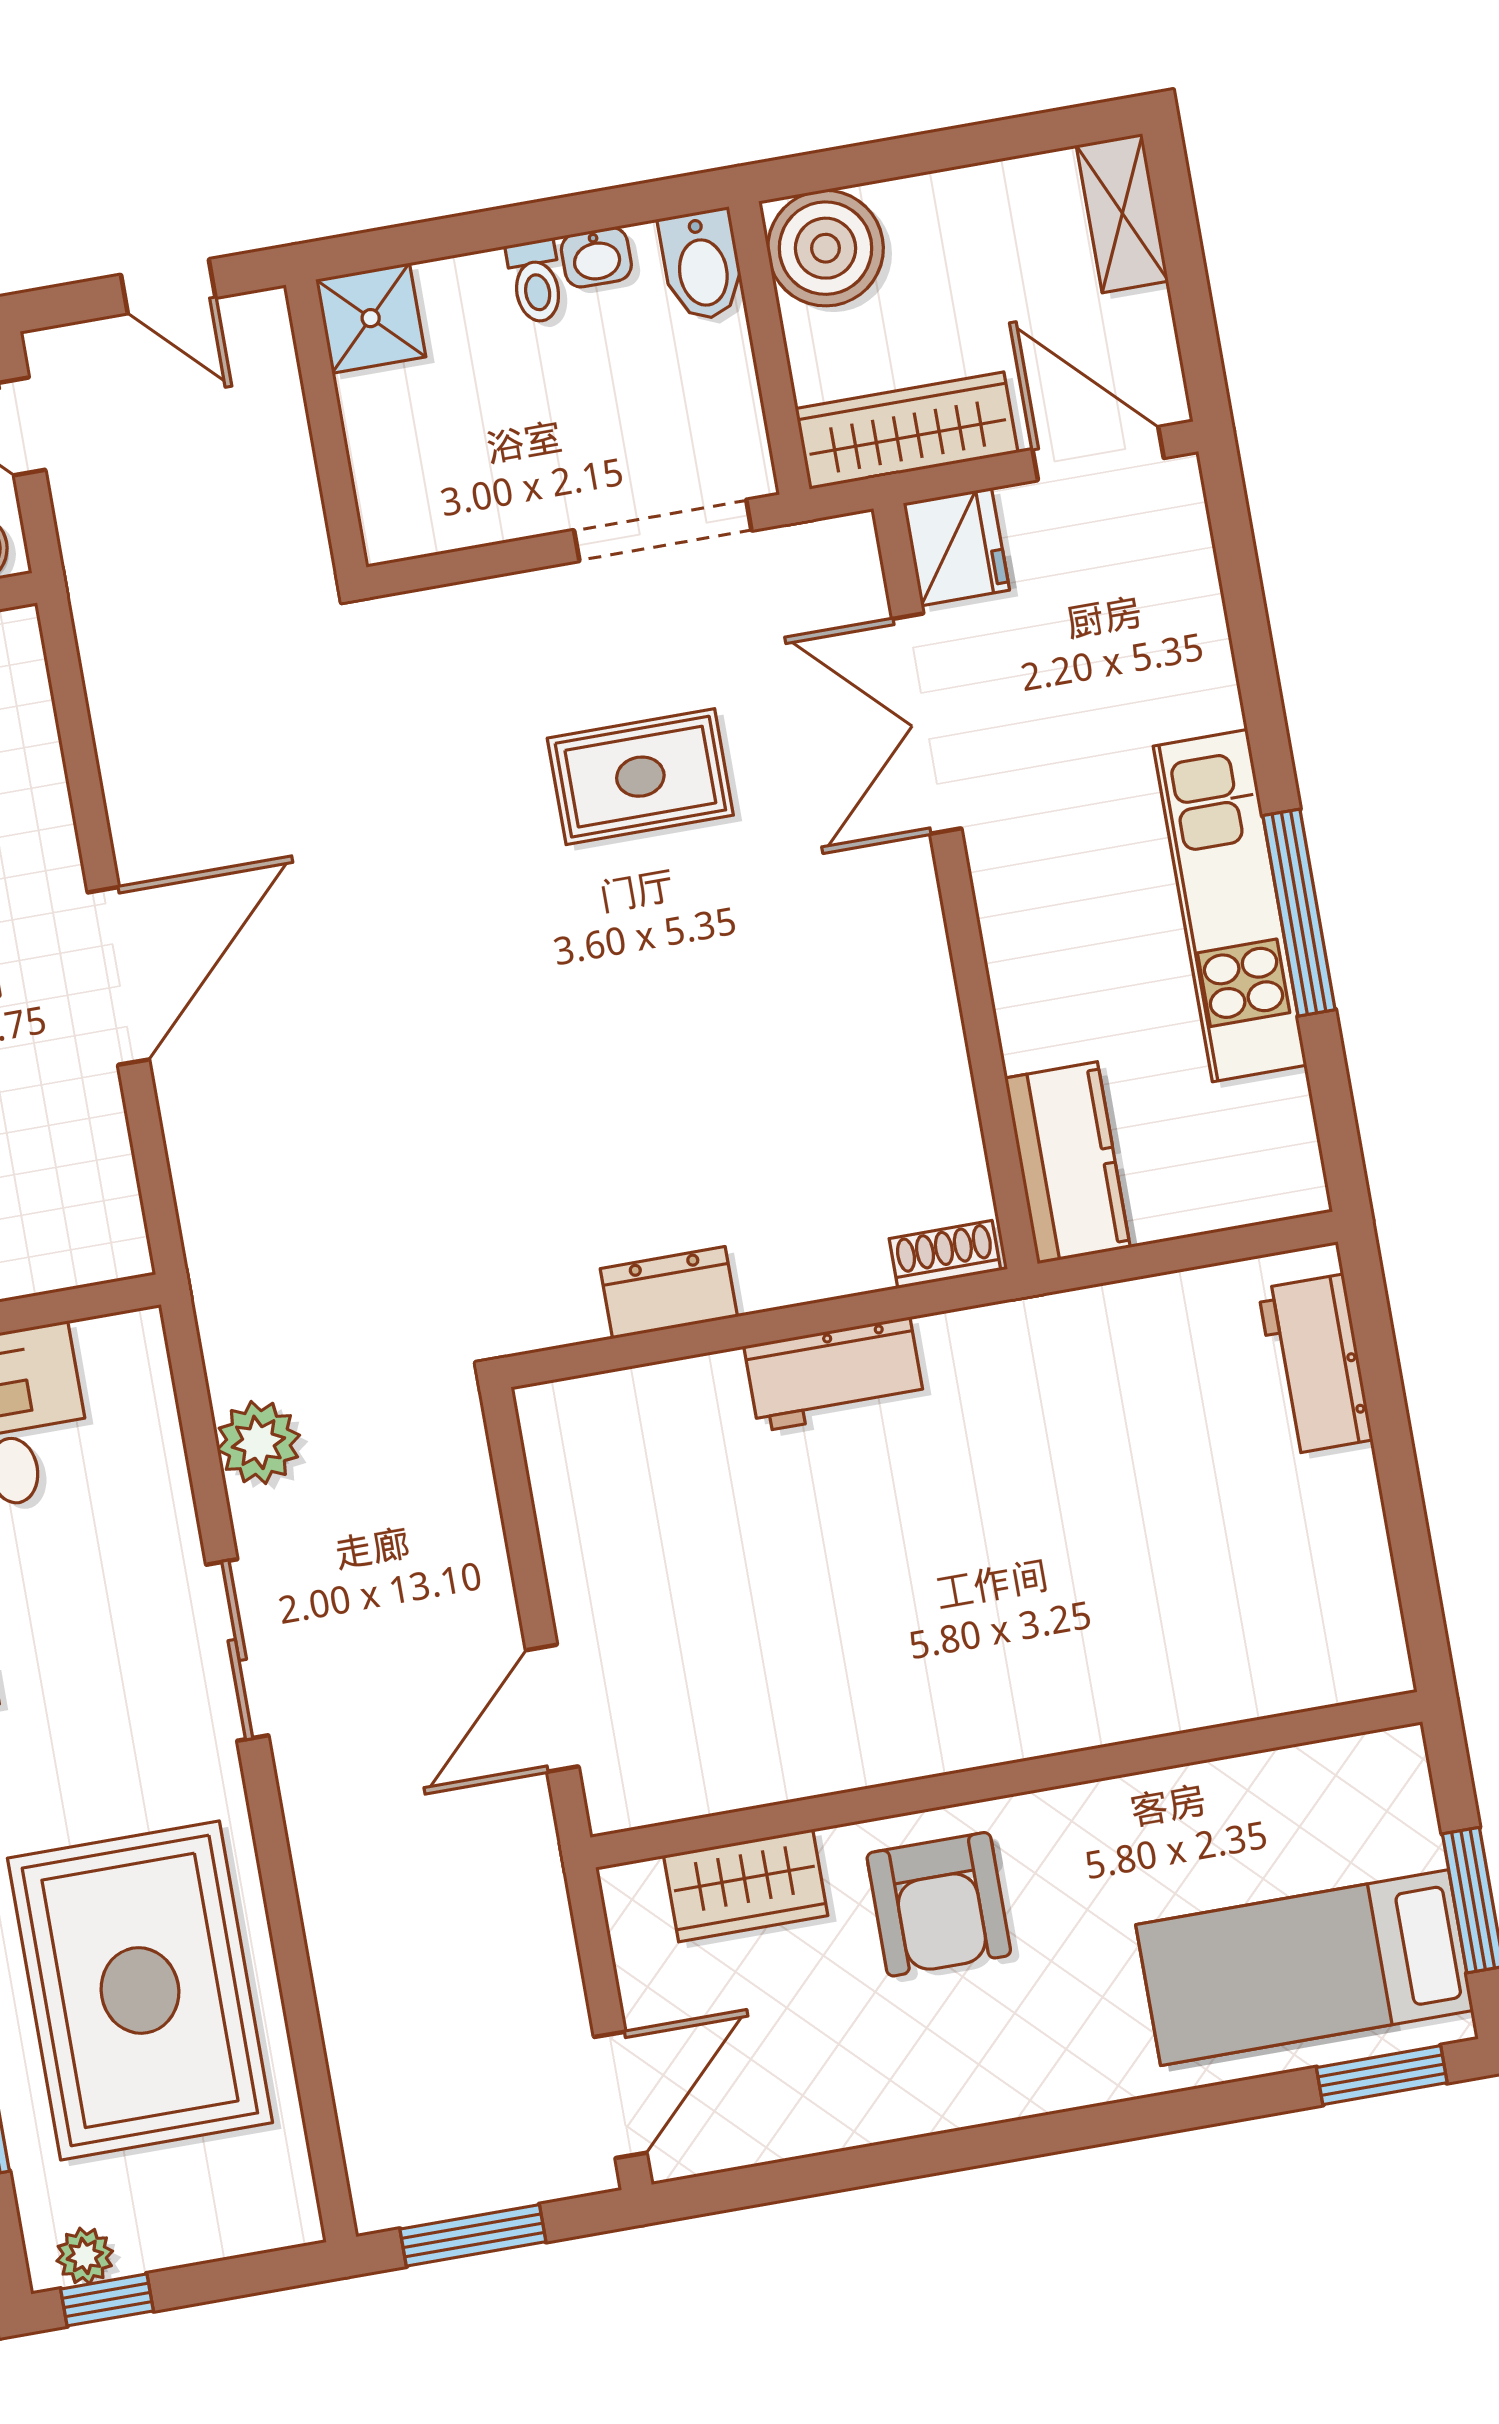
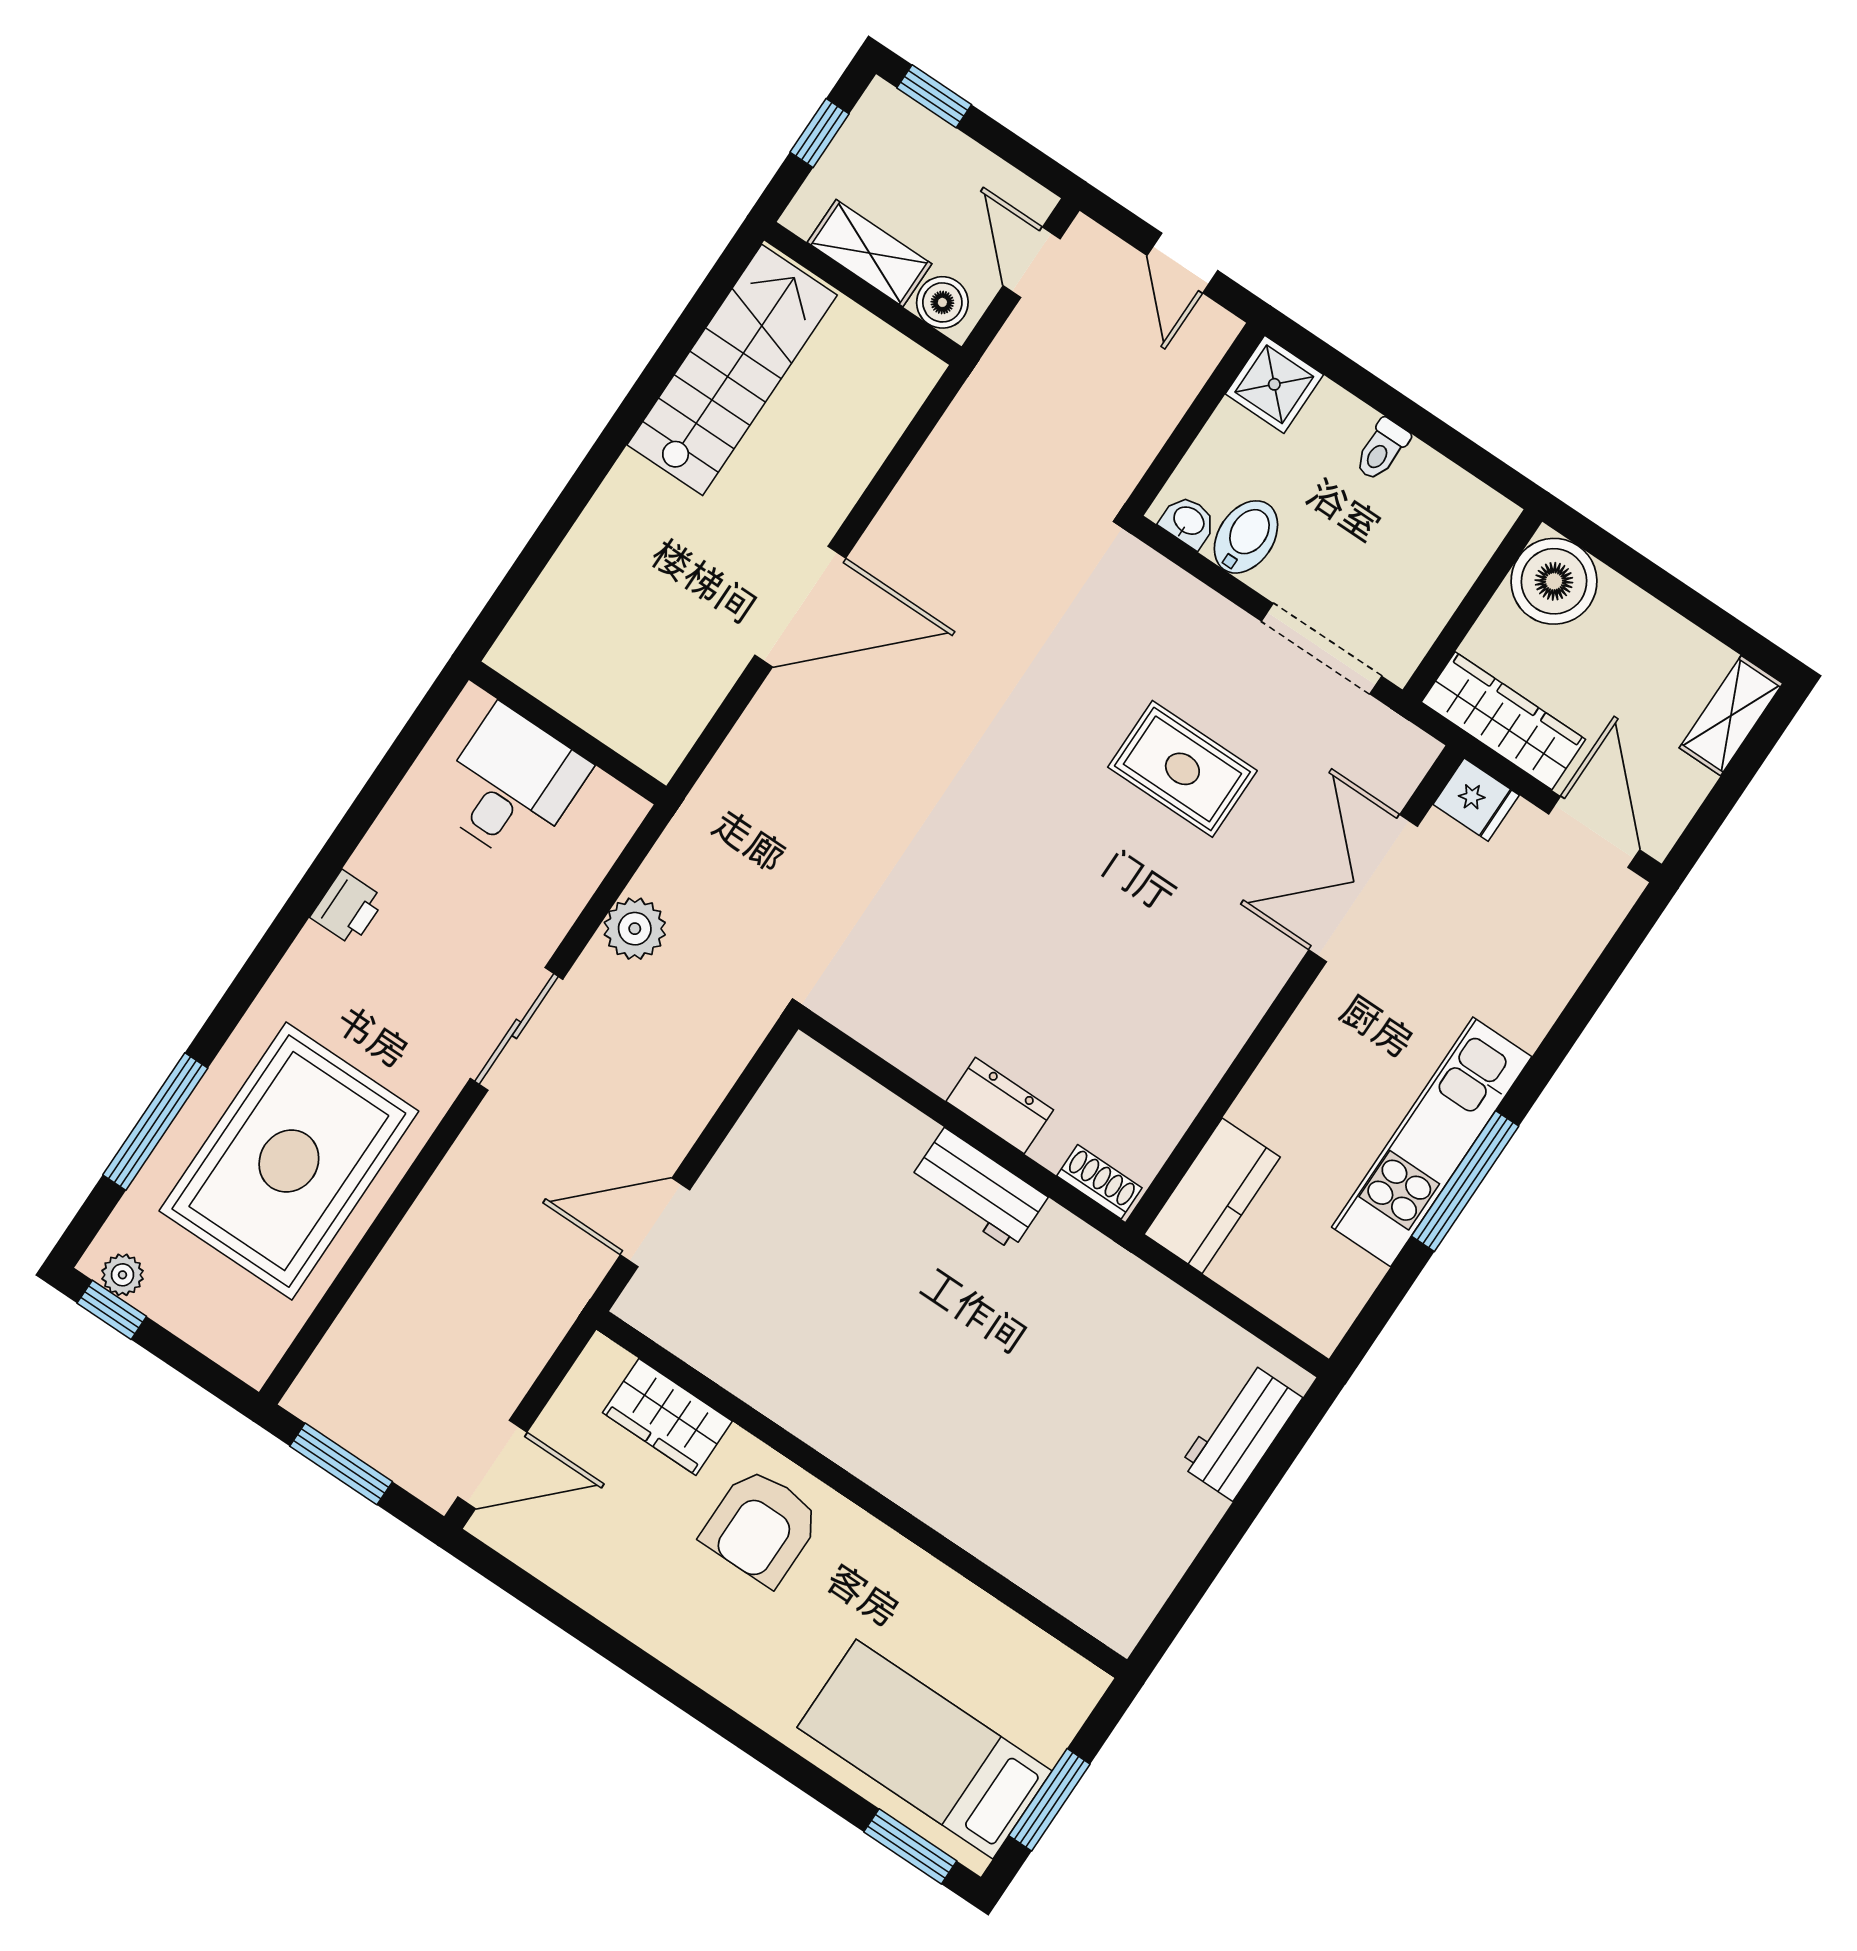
washbasin: (596, 257) -> (1188, 522), moved, turned 180
bidet: (702, 265) -> (1246, 537), moved, turned 180
fridge: (956, 547) -> (1476, 800), width x0.72
dresser: (669, 1293) -> (1000, 1106), moved

